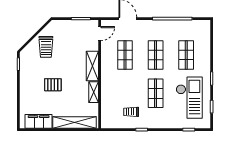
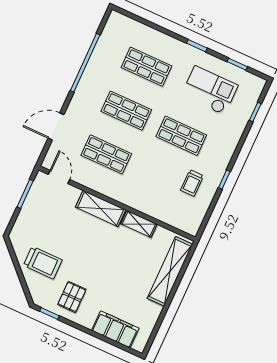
pallet: (53, 85) -> (72, 297), moved
checkout: (189, 98) -> (210, 90), width x0.73, depth x0.83
filing cabinet: (39, 121) -> (115, 329), moved, turned 90

